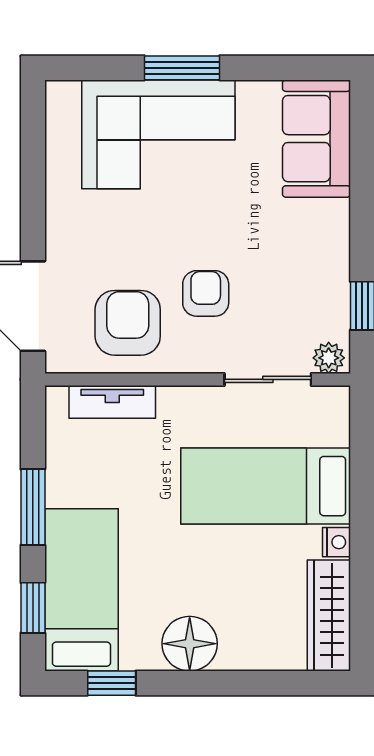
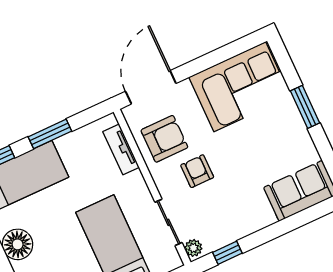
corner sofa: (158, 134) -> (240, 87), moved, turned -90
armchair: (206, 293) -> (197, 171), turned -90

